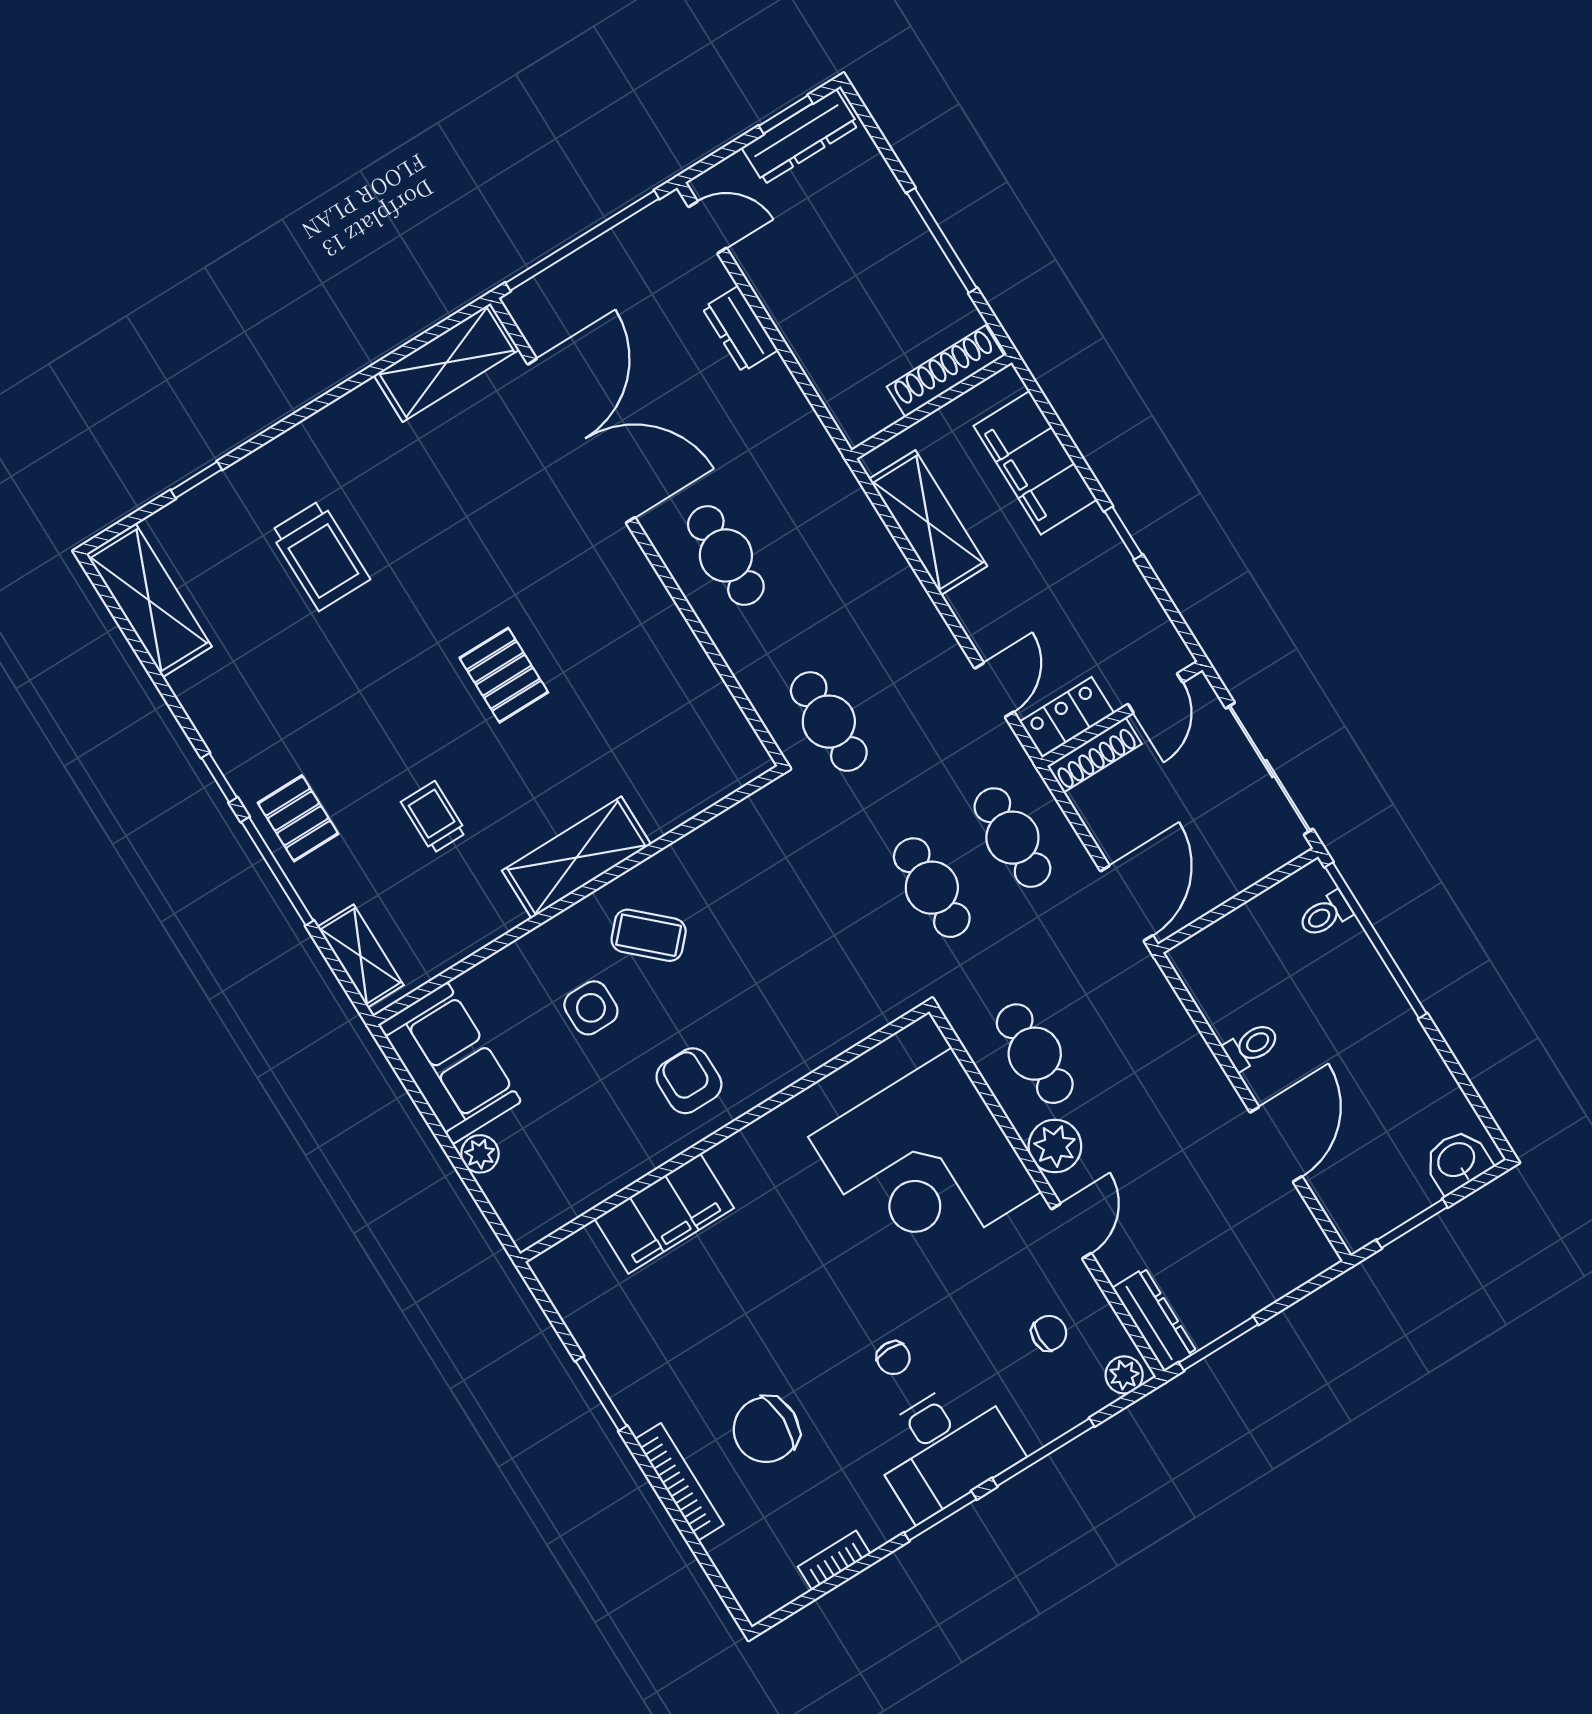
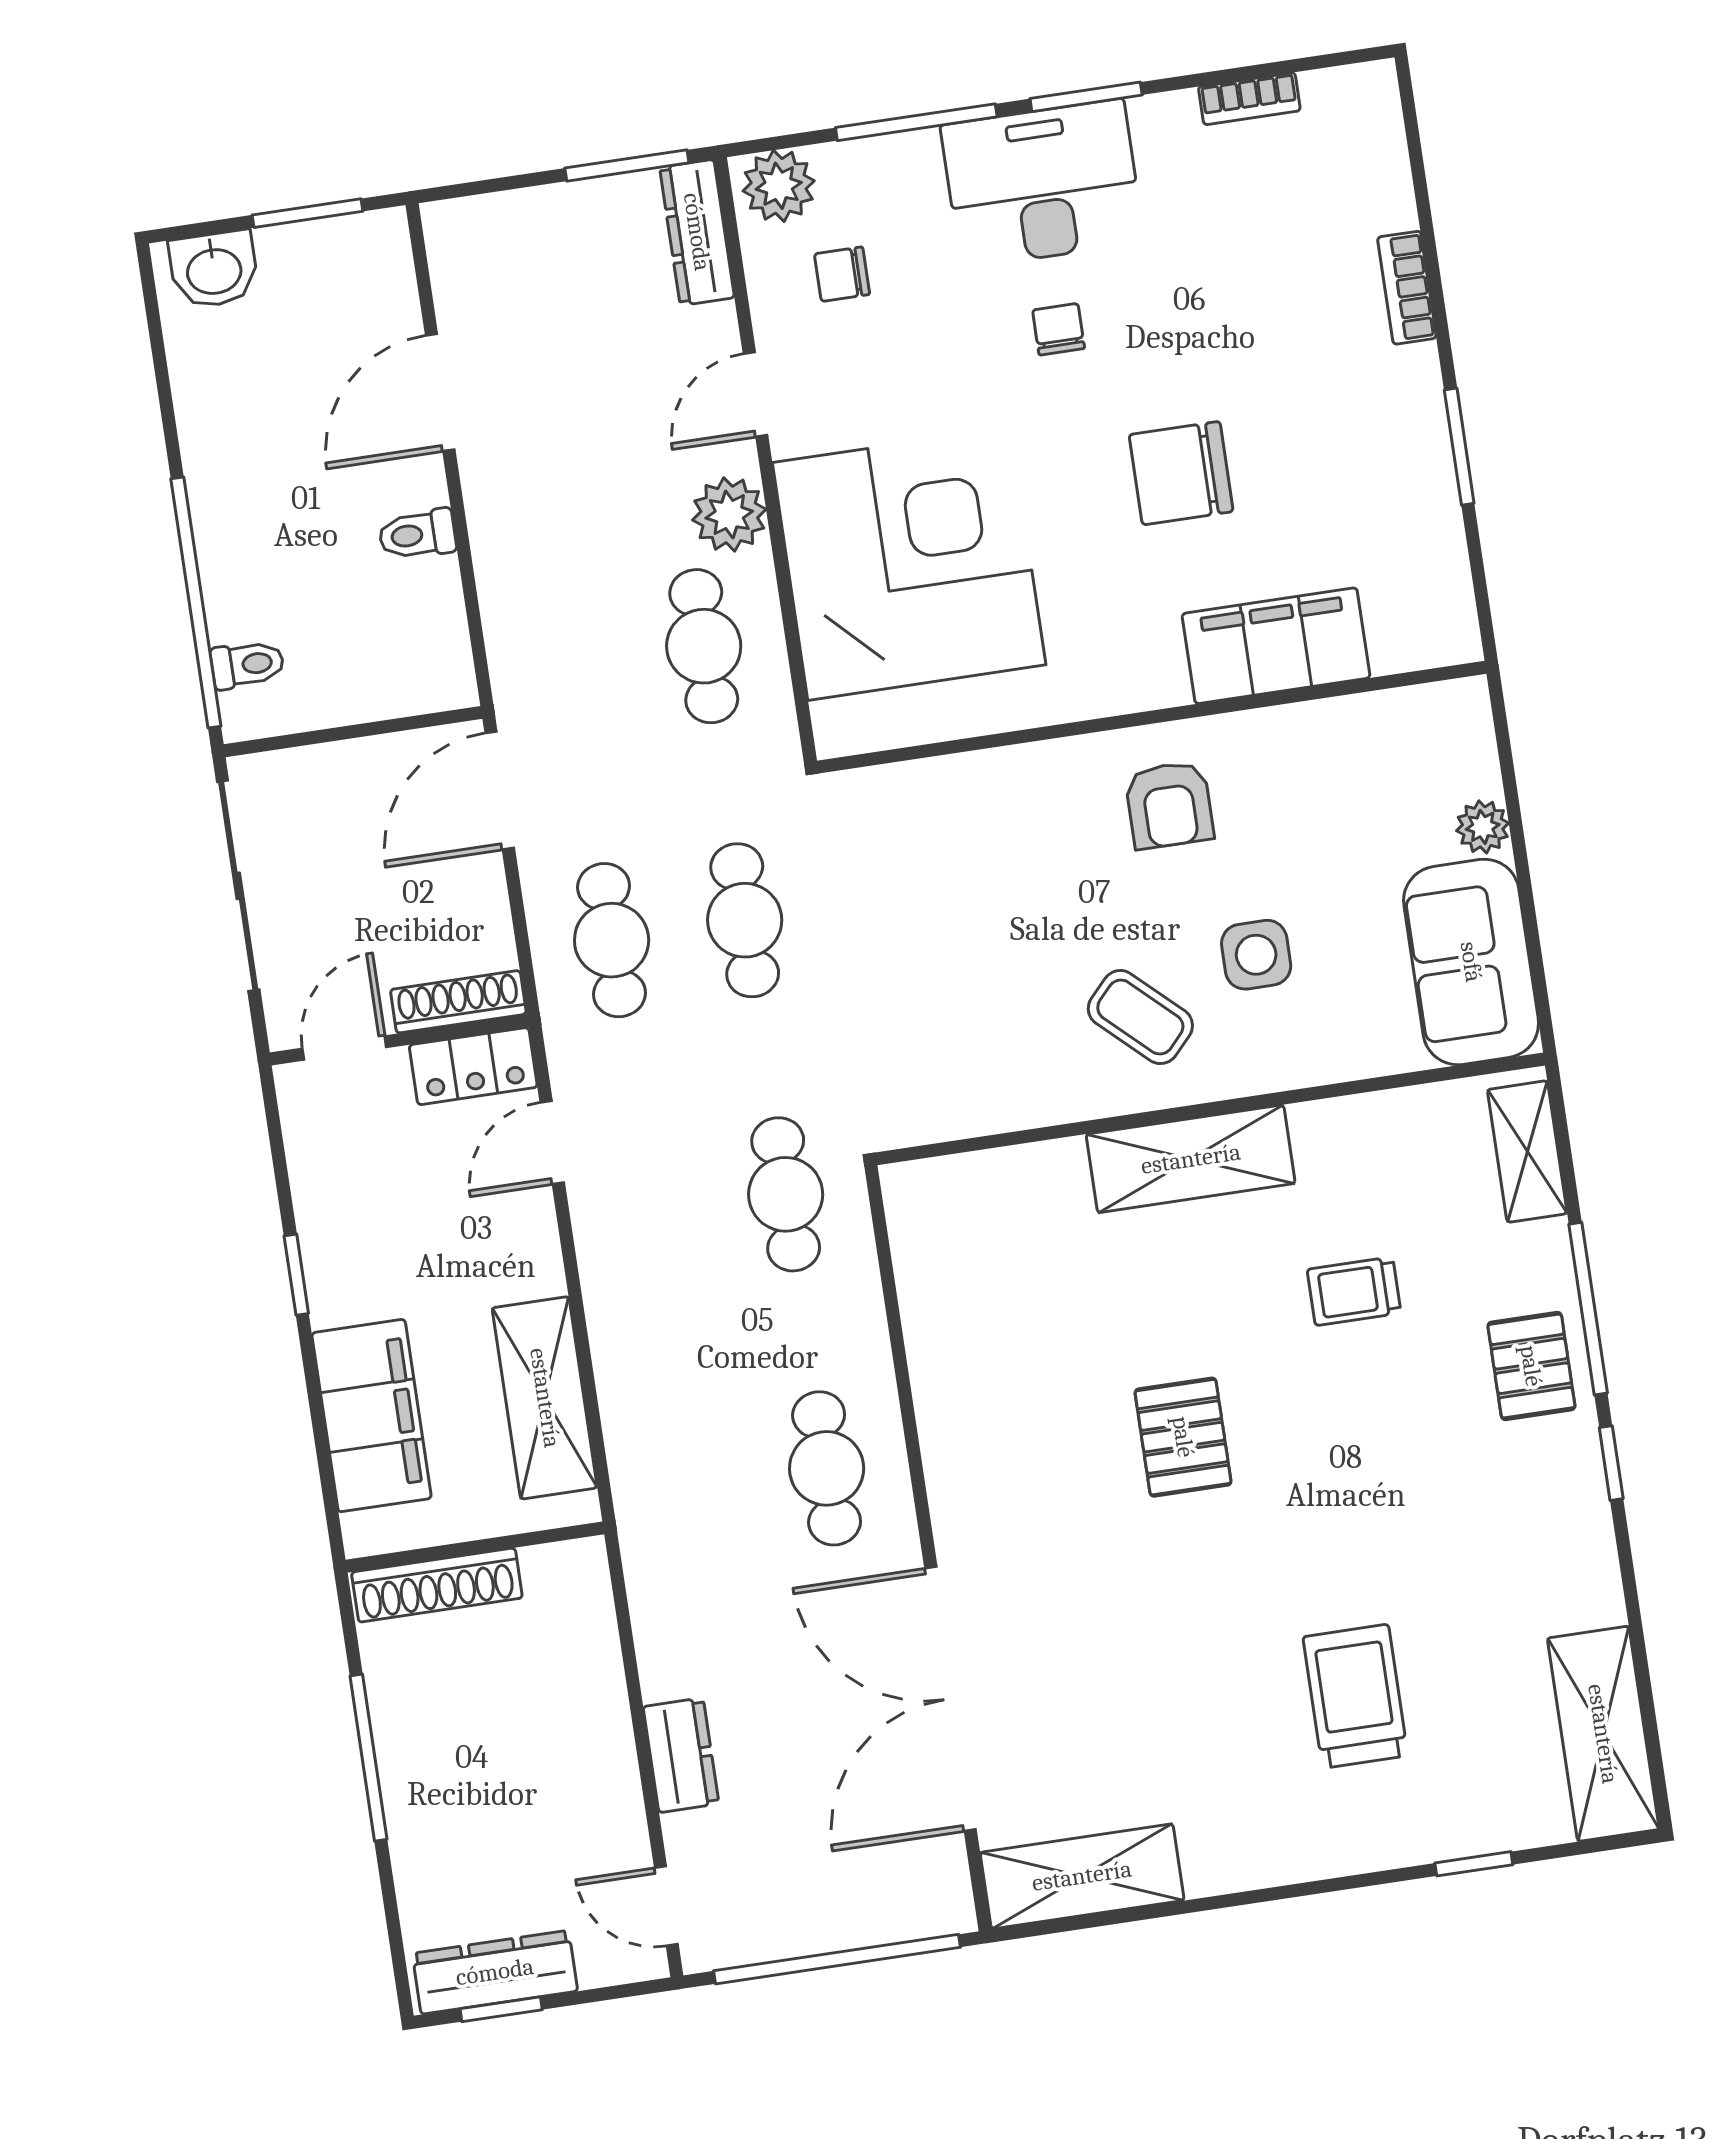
trolley: (434, 817) -> (1354, 1291), turned 90
plant: (1124, 1375) -> (779, 186), width x1.38, depth x1.38
chair: (766, 1430) -> (1181, 473), moved, turned 180
bookcase: (679, 1482) -> (1407, 288), width x0.64

